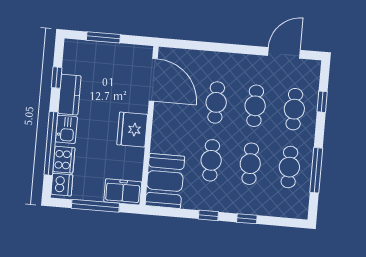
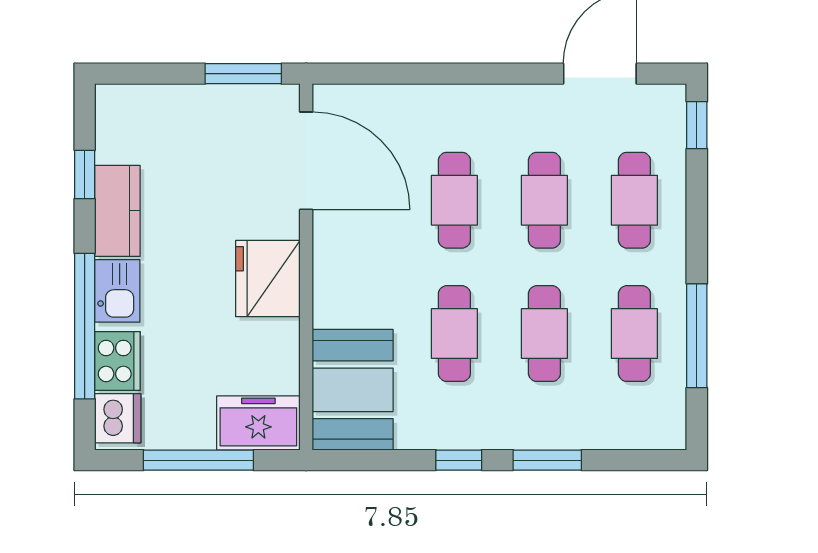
window: (103, 37) -> (243, 74), moved
window: (322, 102) -> (697, 125), moved
window: (247, 219) -> (547, 460), width x1.50

